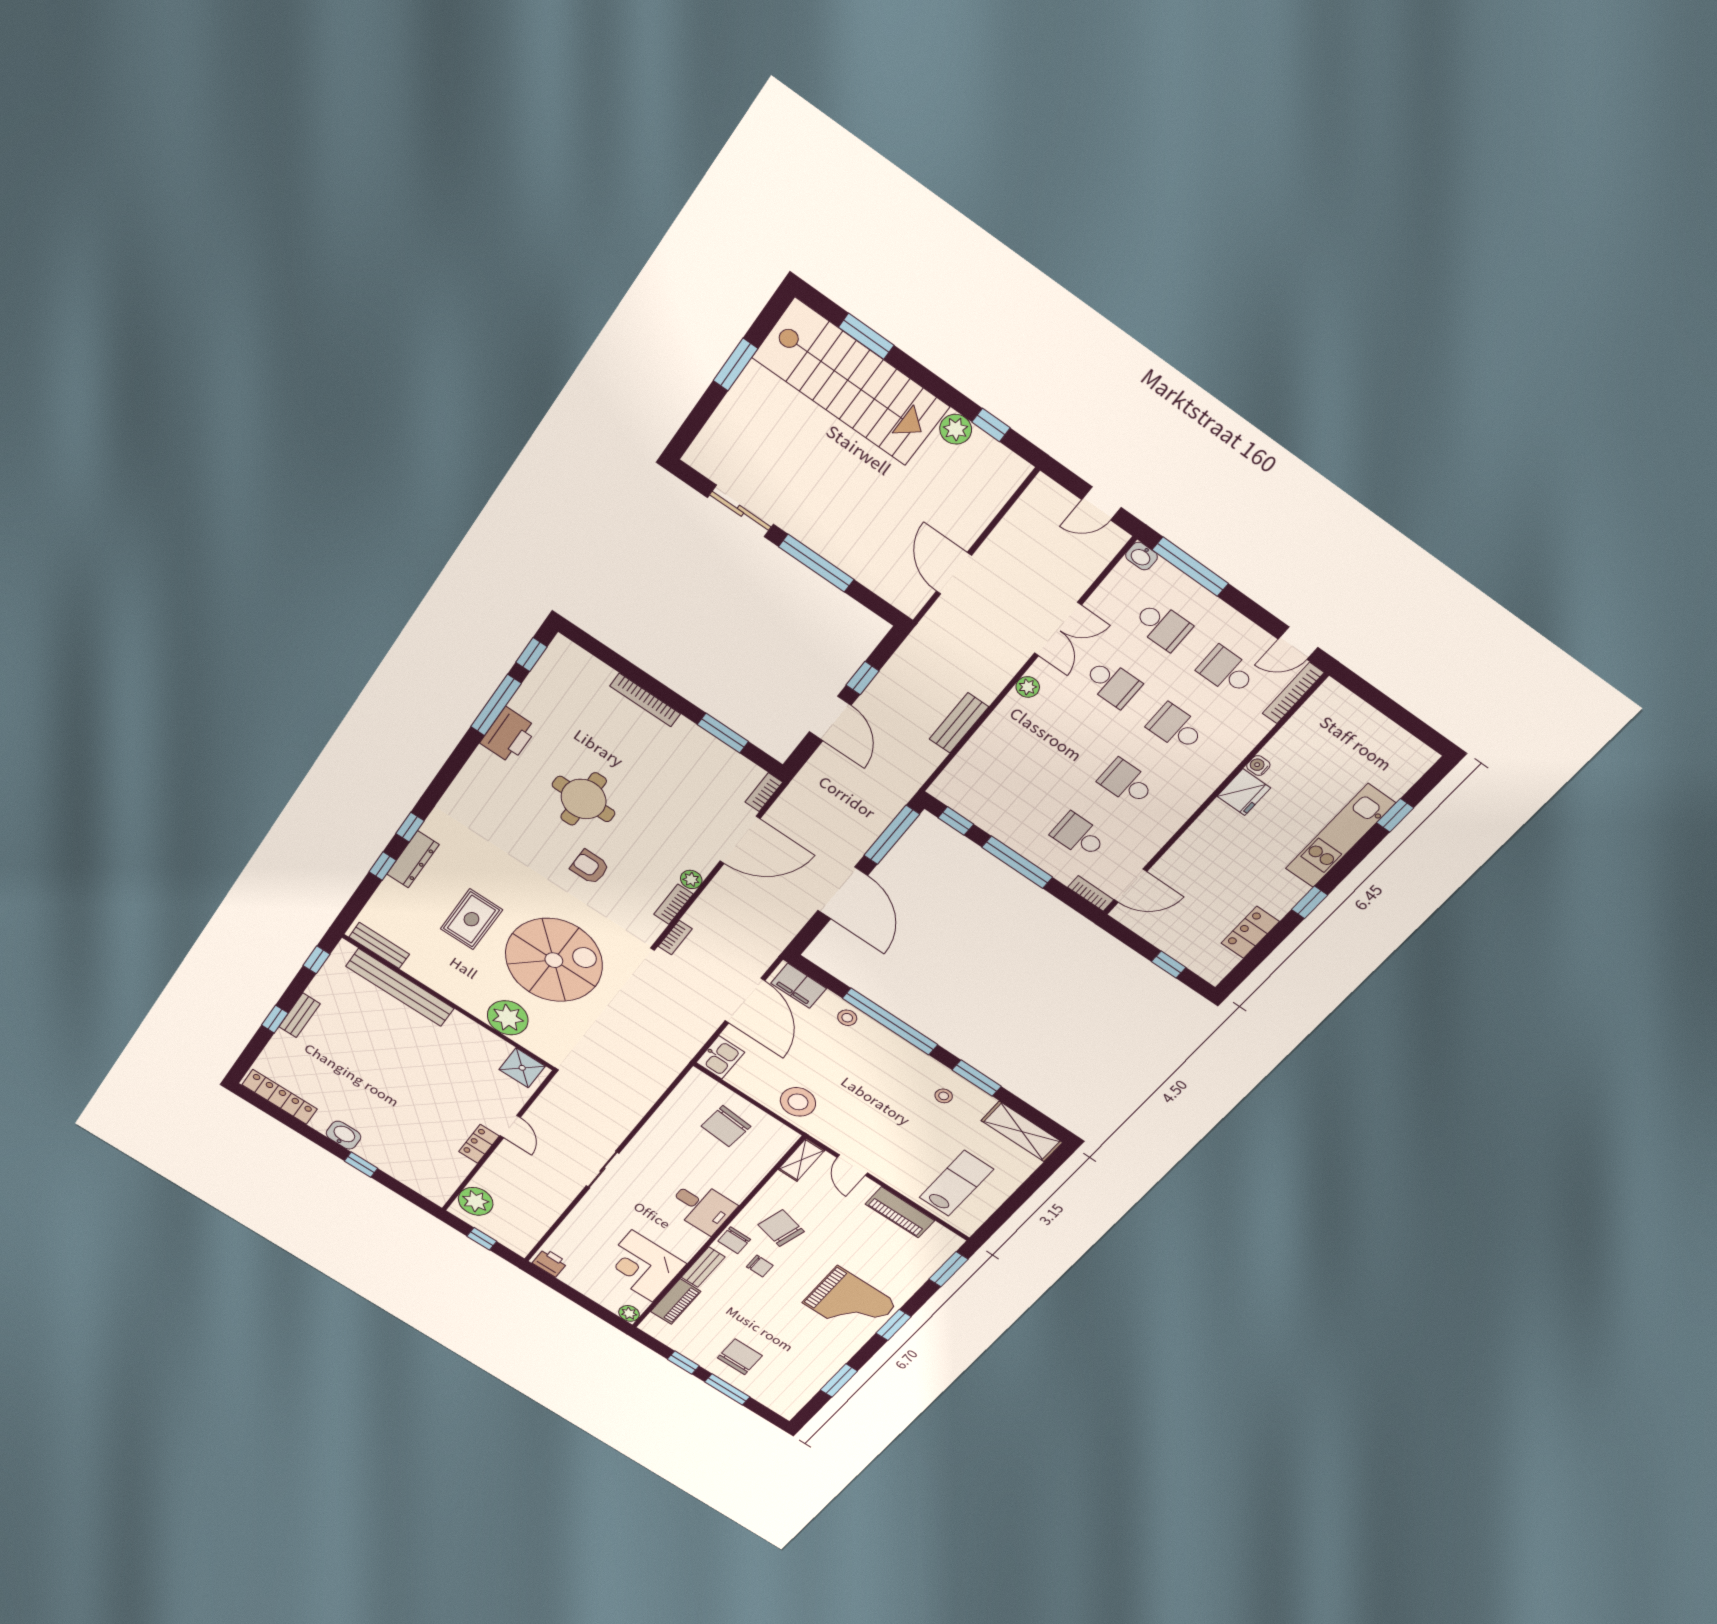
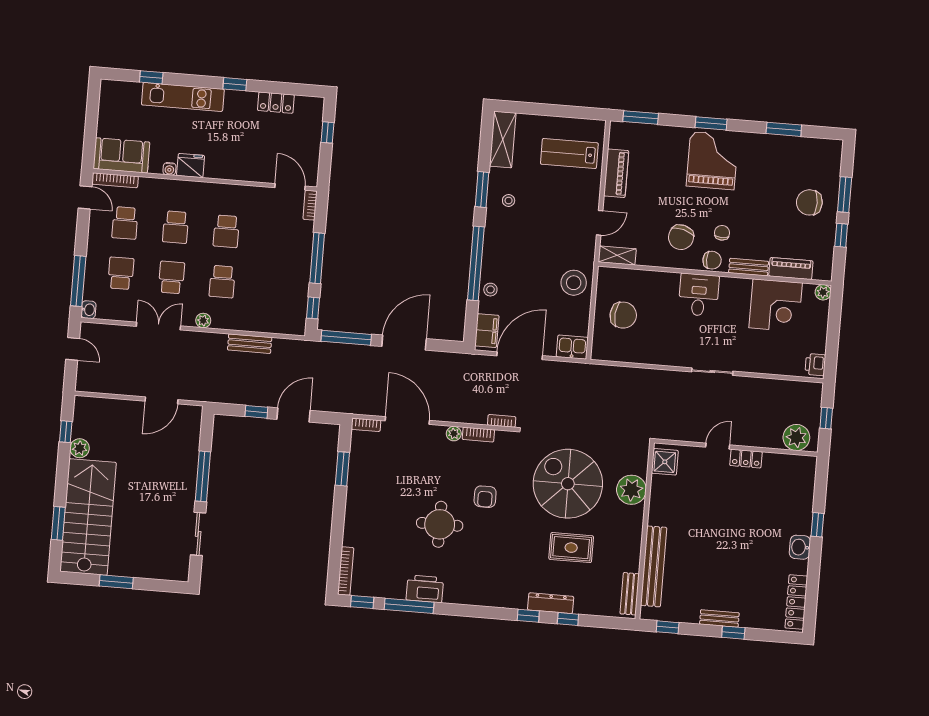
bookcase: (645, 700) -> (346, 571), moved
sofa: (1320, 720) -> (121, 155), added
school desk: (1079, 835) -> (222, 282), moved

